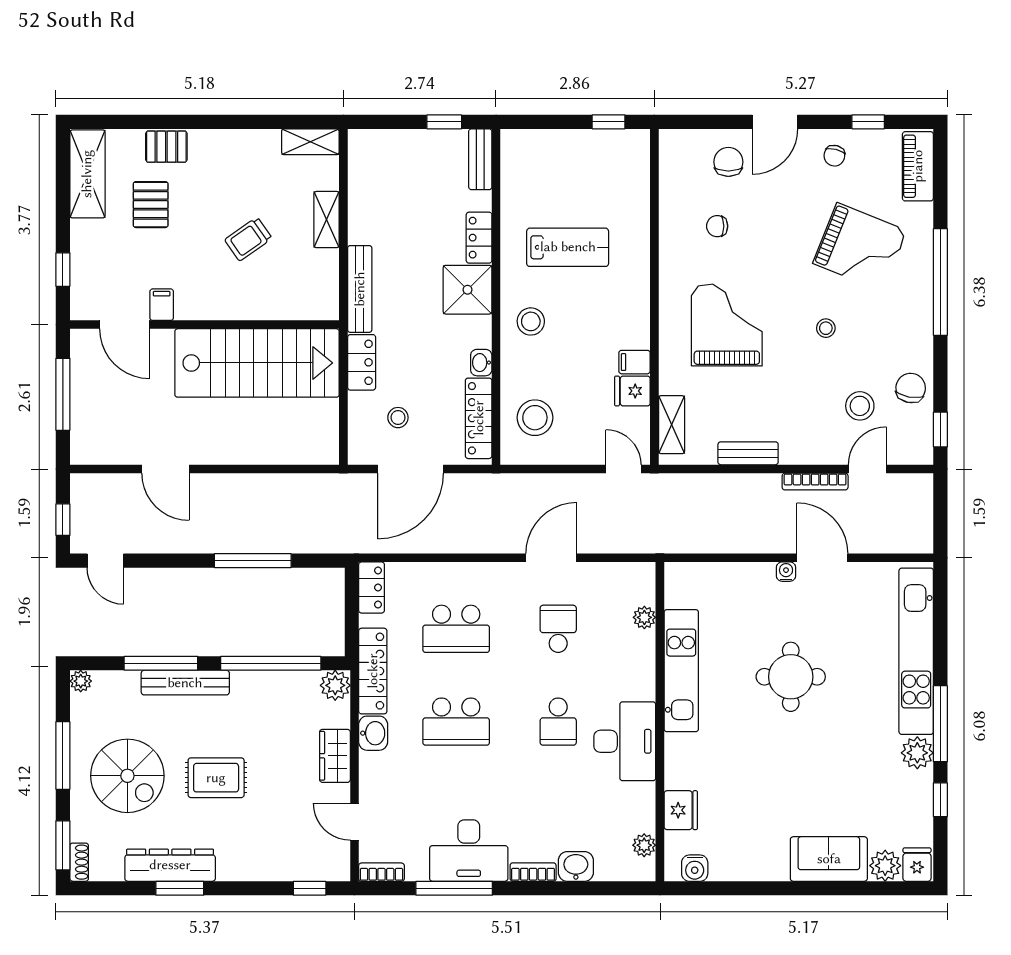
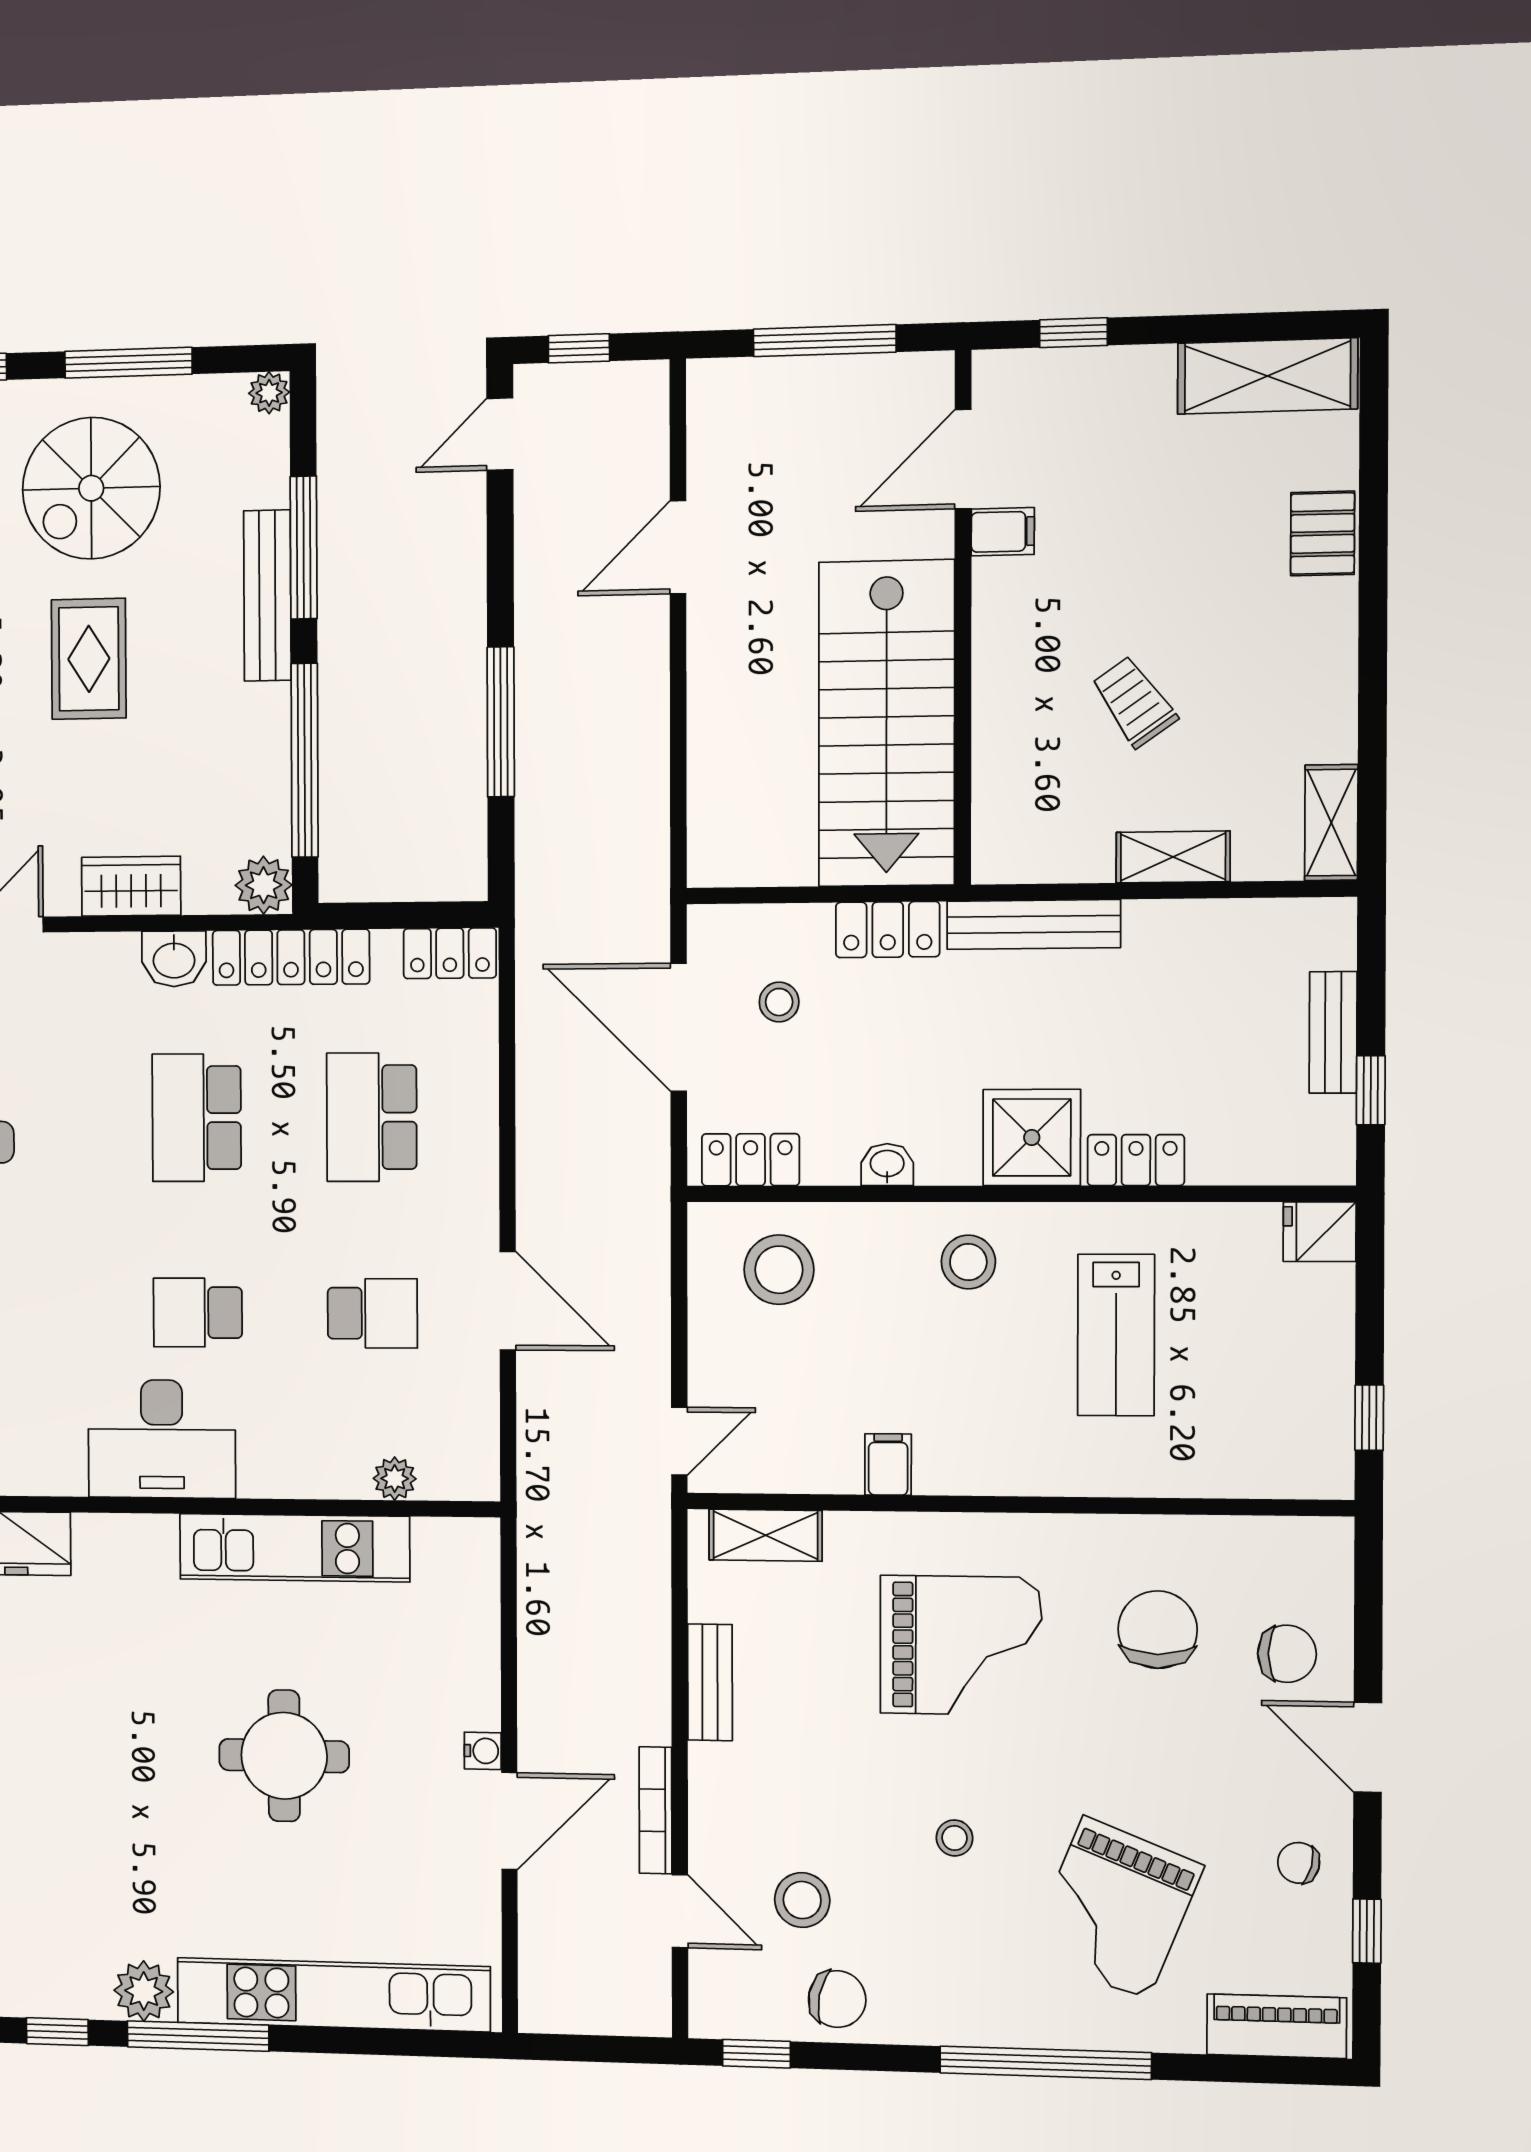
bench: (480, 159) -> (1333, 1032), moved, turned 90
pallet: (151, 205) -> (1205, 505), removed
chair: (717, 226) -> (1158, 1630), width x1.87, depth x1.87
fridge: (632, 391) -> (1320, 1232), moved, turned -90
locker: (479, 418) -> (751, 1160), width x0.66

